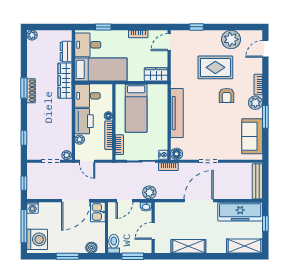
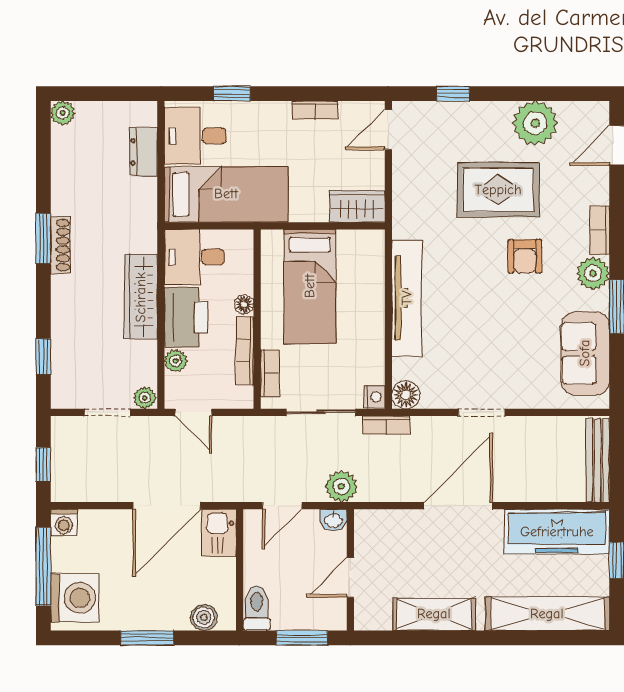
wardrobe: (65, 81) -> (141, 297), moved
shelving: (244, 246) -> (547, 614), width x1.47

